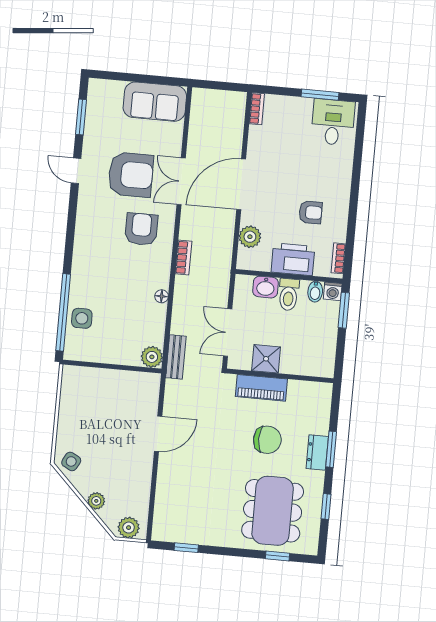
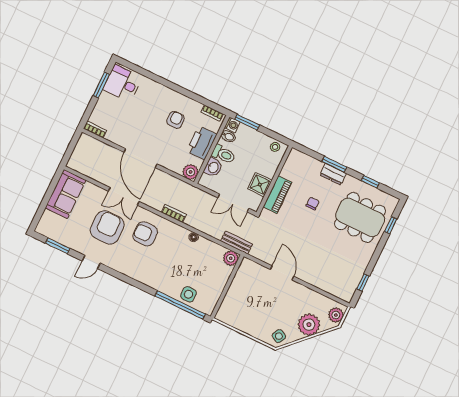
plant: (250, 237) -> (190, 172), moved
stool: (325, 360) -> (275, 147), added
chair: (267, 440) -> (313, 203), width x0.54, depth x0.54
plant: (96, 501) -> (309, 325), width x1.87, depth x1.87

